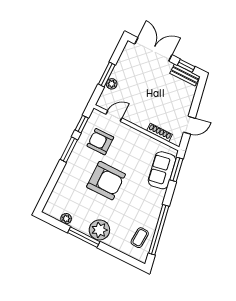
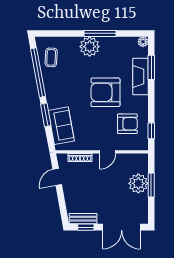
plant: (112, 84) -> (138, 183), width x1.87, depth x1.87
door: (114, 116) -> (108, 152), moved
window: (69, 150) -> (151, 67), moved
window: (176, 169) -> (46, 115), moved
fireplace: (67, 179) -> (140, 77), added
plant: (66, 219) -> (143, 42), moved

